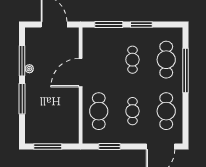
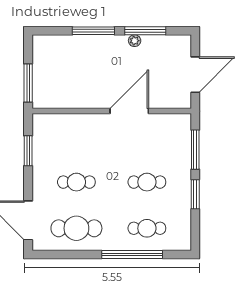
cafe table: (166, 60) -> (147, 228), width x0.73, depth x0.74
door: (81, 73) -> (129, 111), hinge flipped
cafe table: (99, 111) -> (76, 136), removed
window: (48, 146) -> (28, 83), moved

